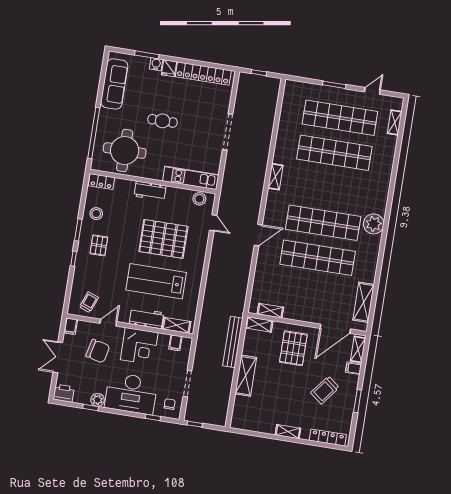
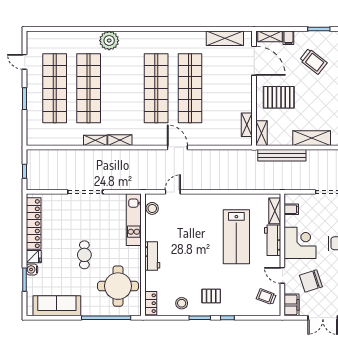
shelving: (395, 123) -> (95, 140), moved
plant: (374, 224) -> (109, 41), moved
pallet: (163, 239) -> (195, 236), removed
filing cabinet: (71, 326) -> (292, 305), width x2.00
chair: (98, 351) -> (311, 281), turned -121

